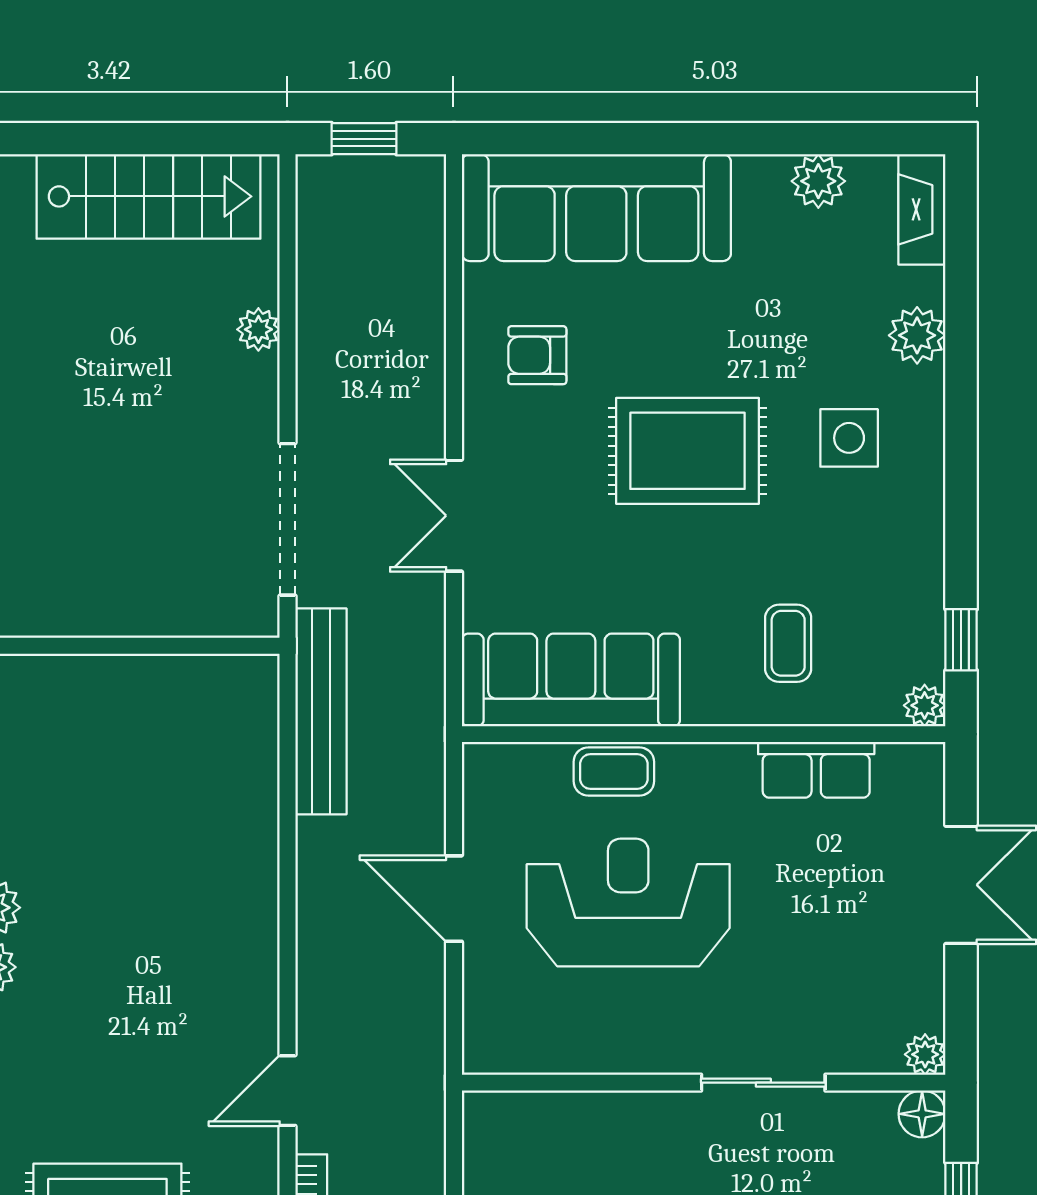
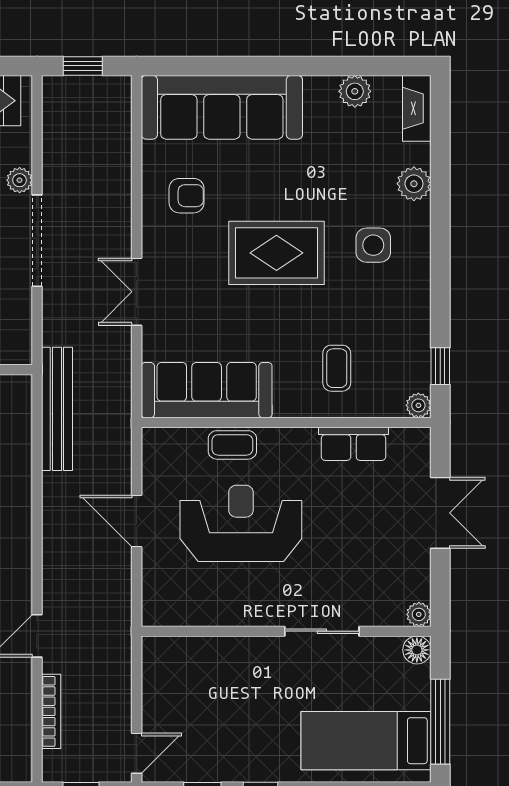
armchair: (537, 355) -> (187, 196), turned 180
doorway: (288, 519) -> (37, 241), moved

